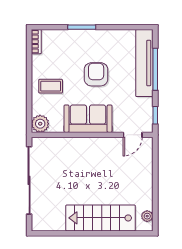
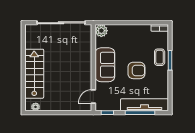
coffee table: (51, 86) -> (160, 57), moved
door: (133, 135) -> (93, 96), hinge flipped

